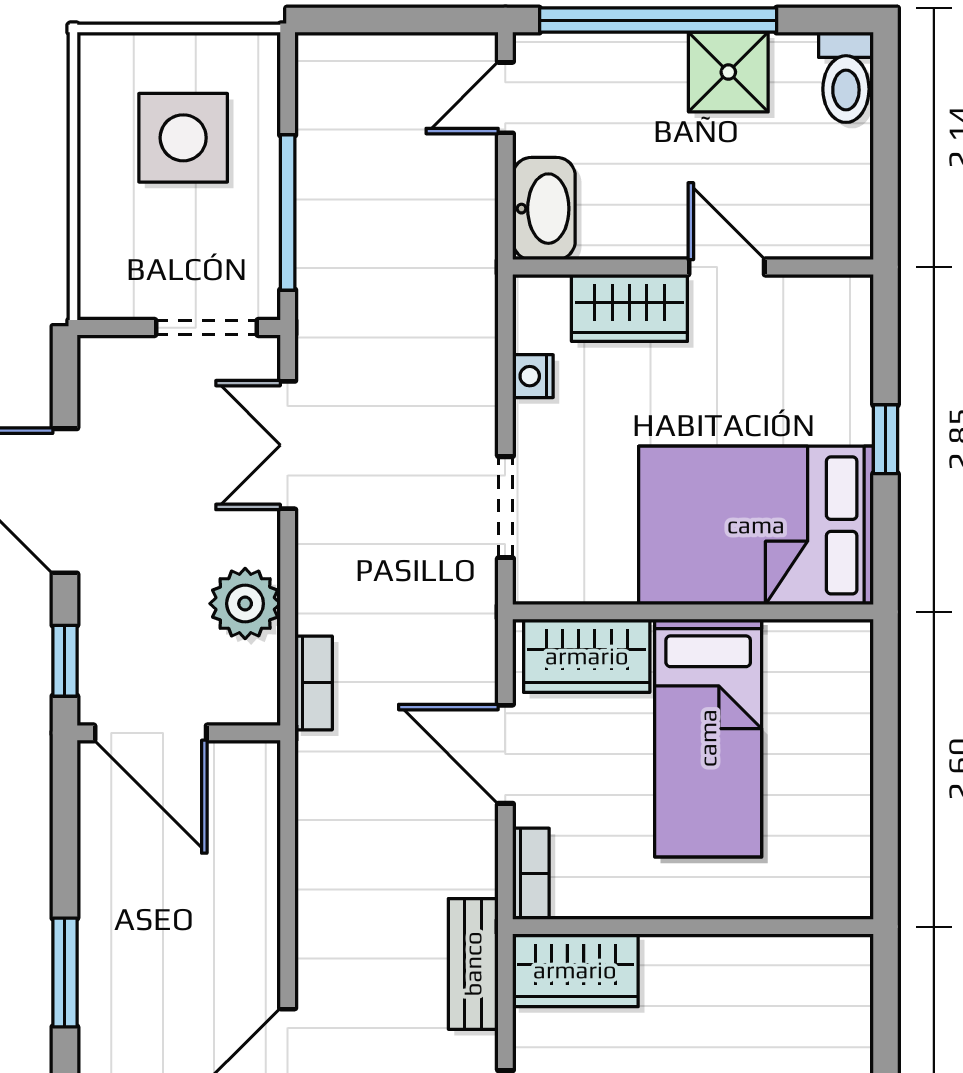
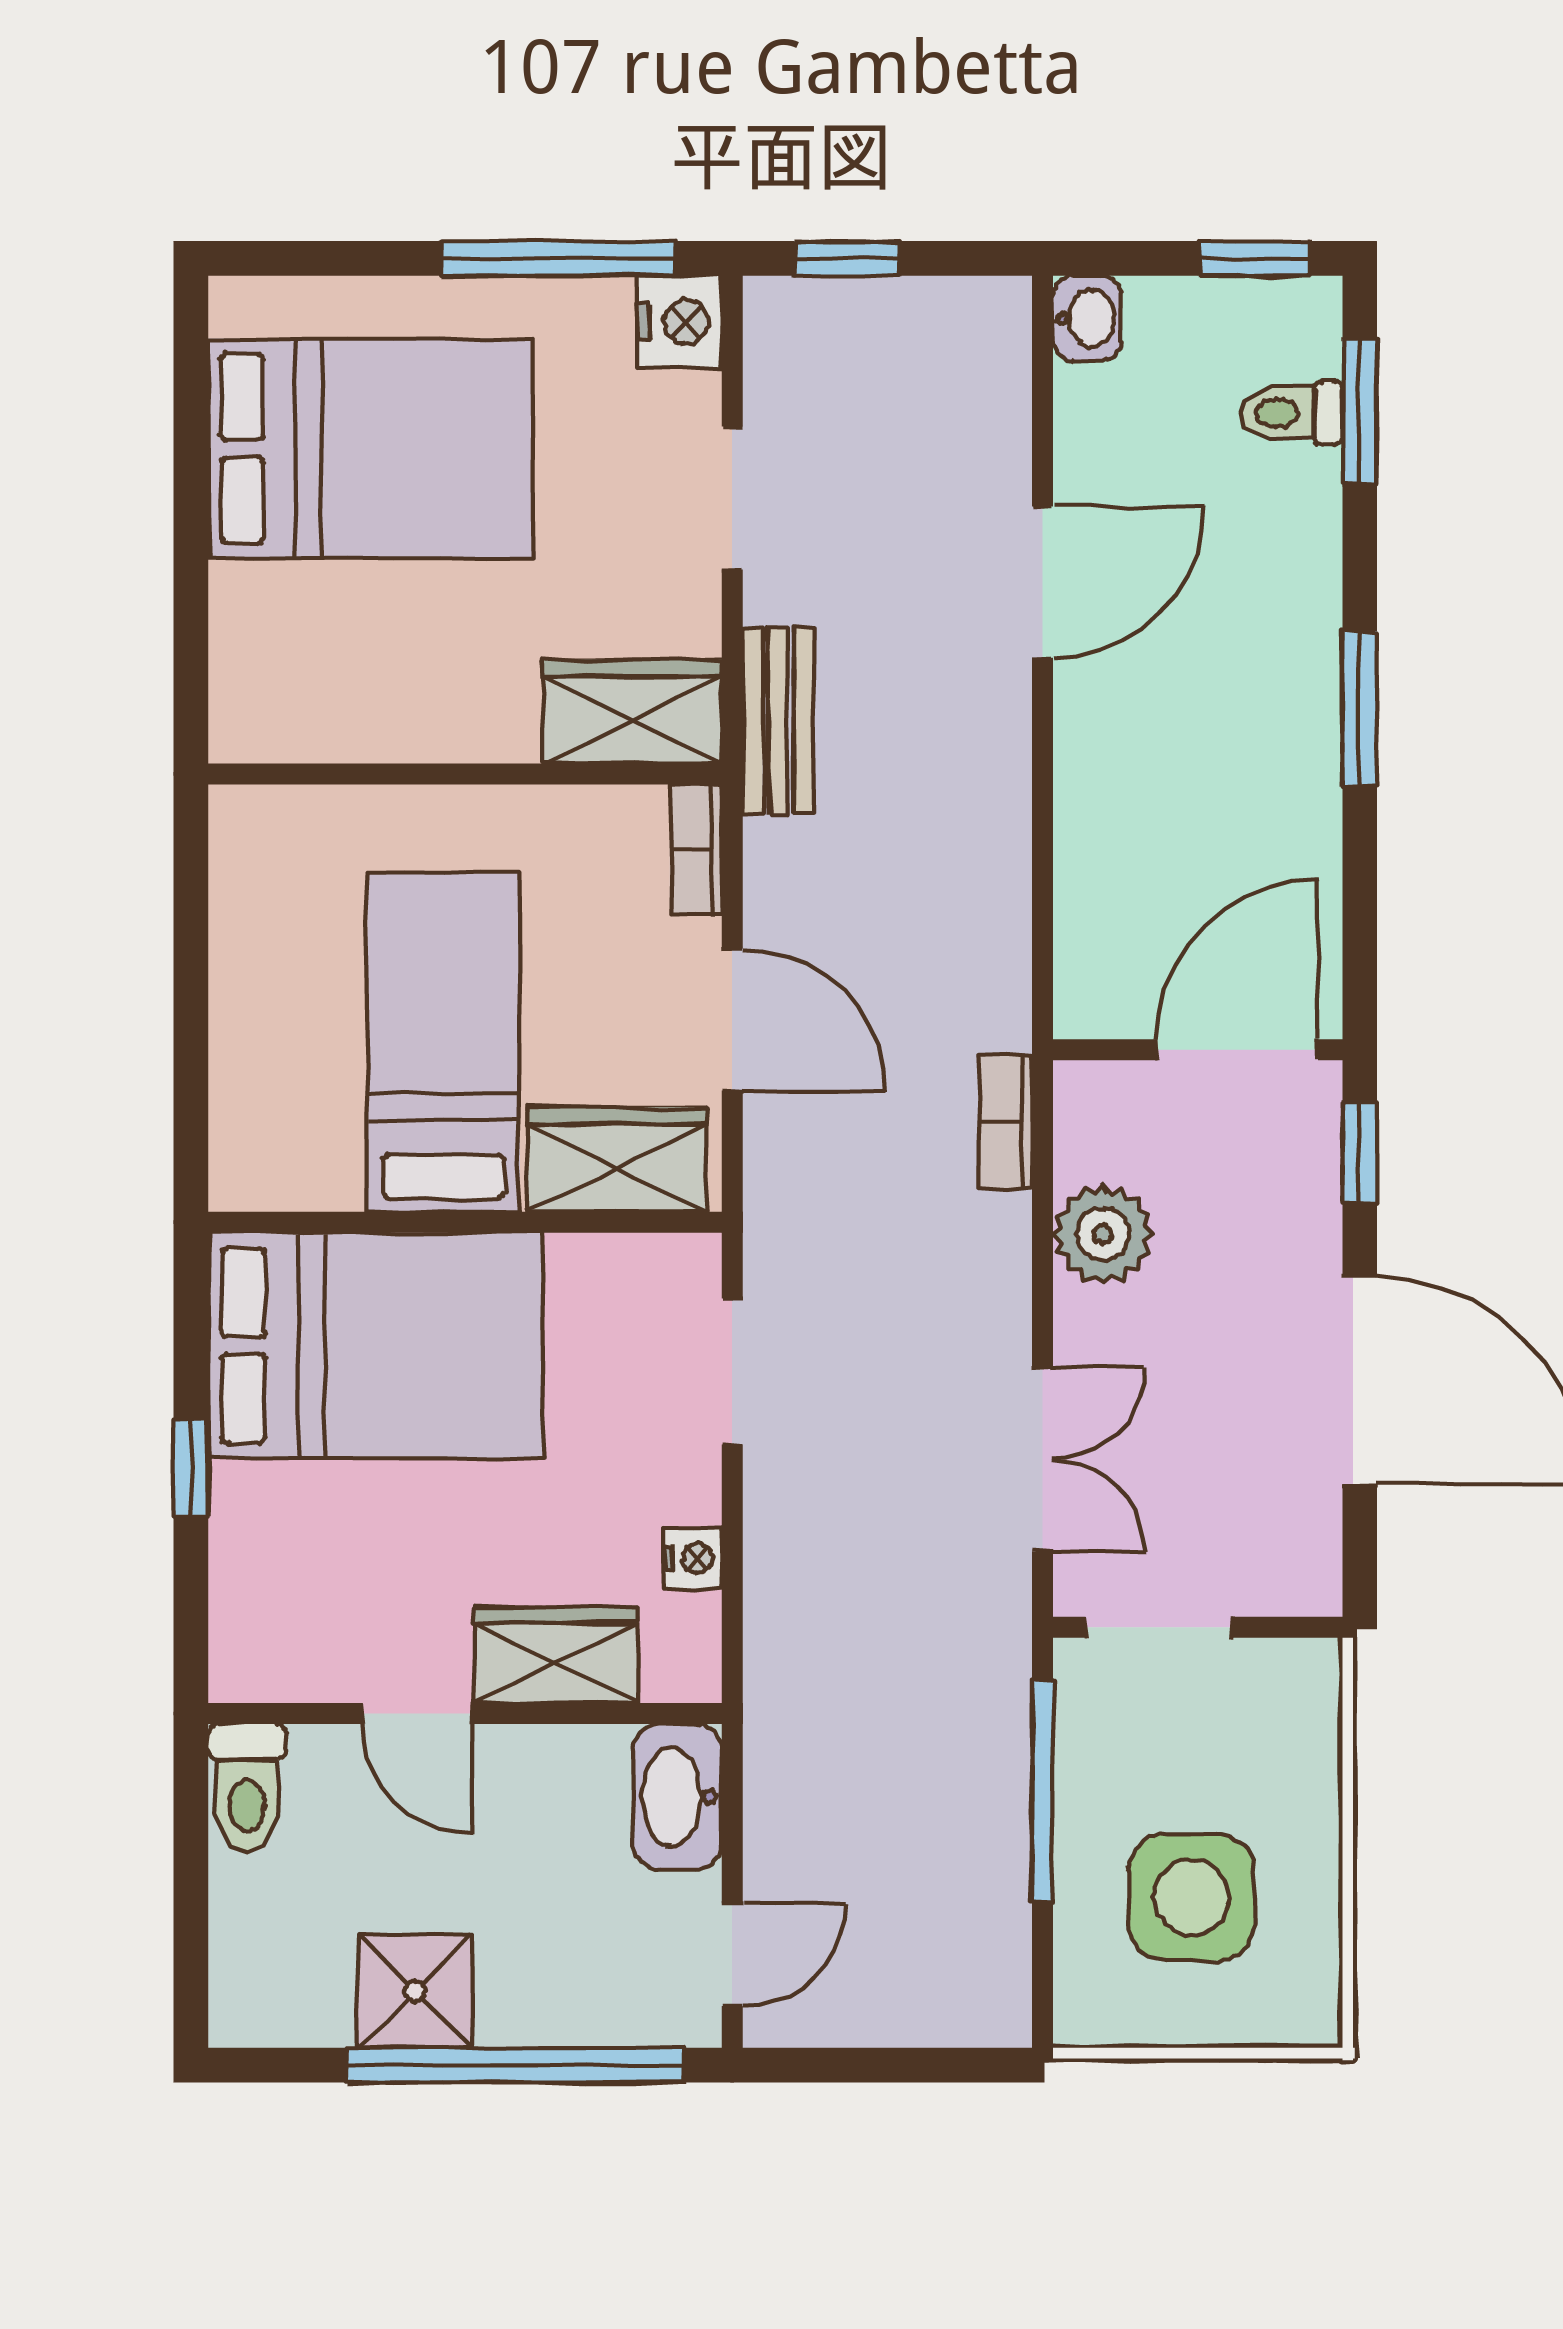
toilet: (846, 77) -> (247, 1788), moved, turned 180
door: (151, 733) -> (1238, 1050), hinge flipped

